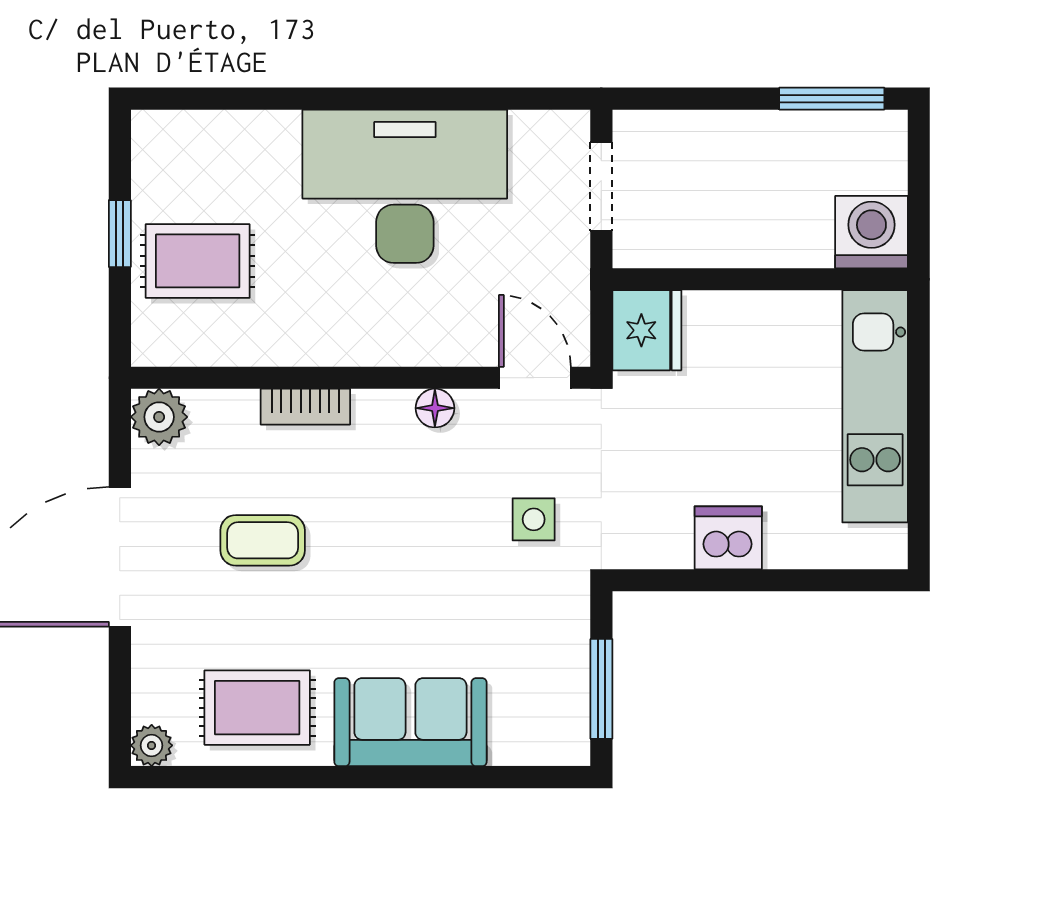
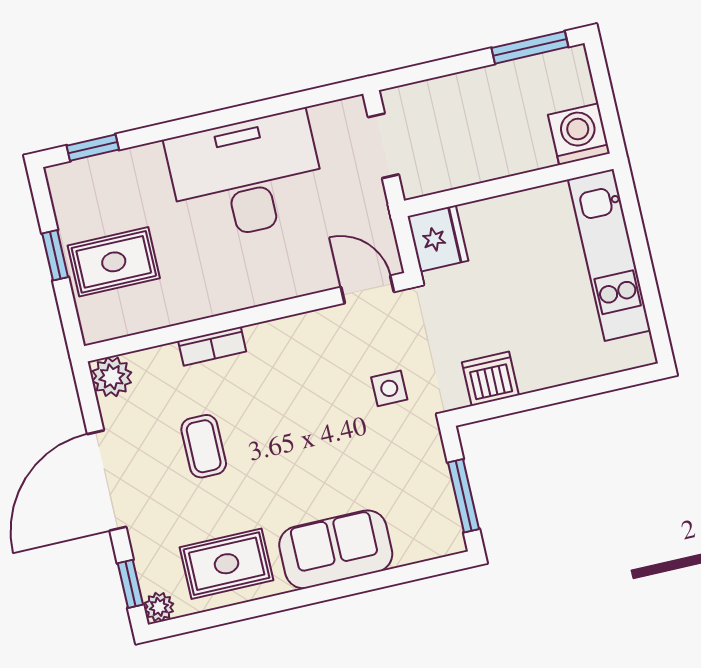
window: (205, 99) -> (93, 148), added
floor lamp: (435, 408) -> (303, 327), removed
dishwasher: (728, 538) -> (490, 379), moved
coffee table: (263, 540) -> (204, 446), turned 90
window: (120, 705) -> (130, 584), added

